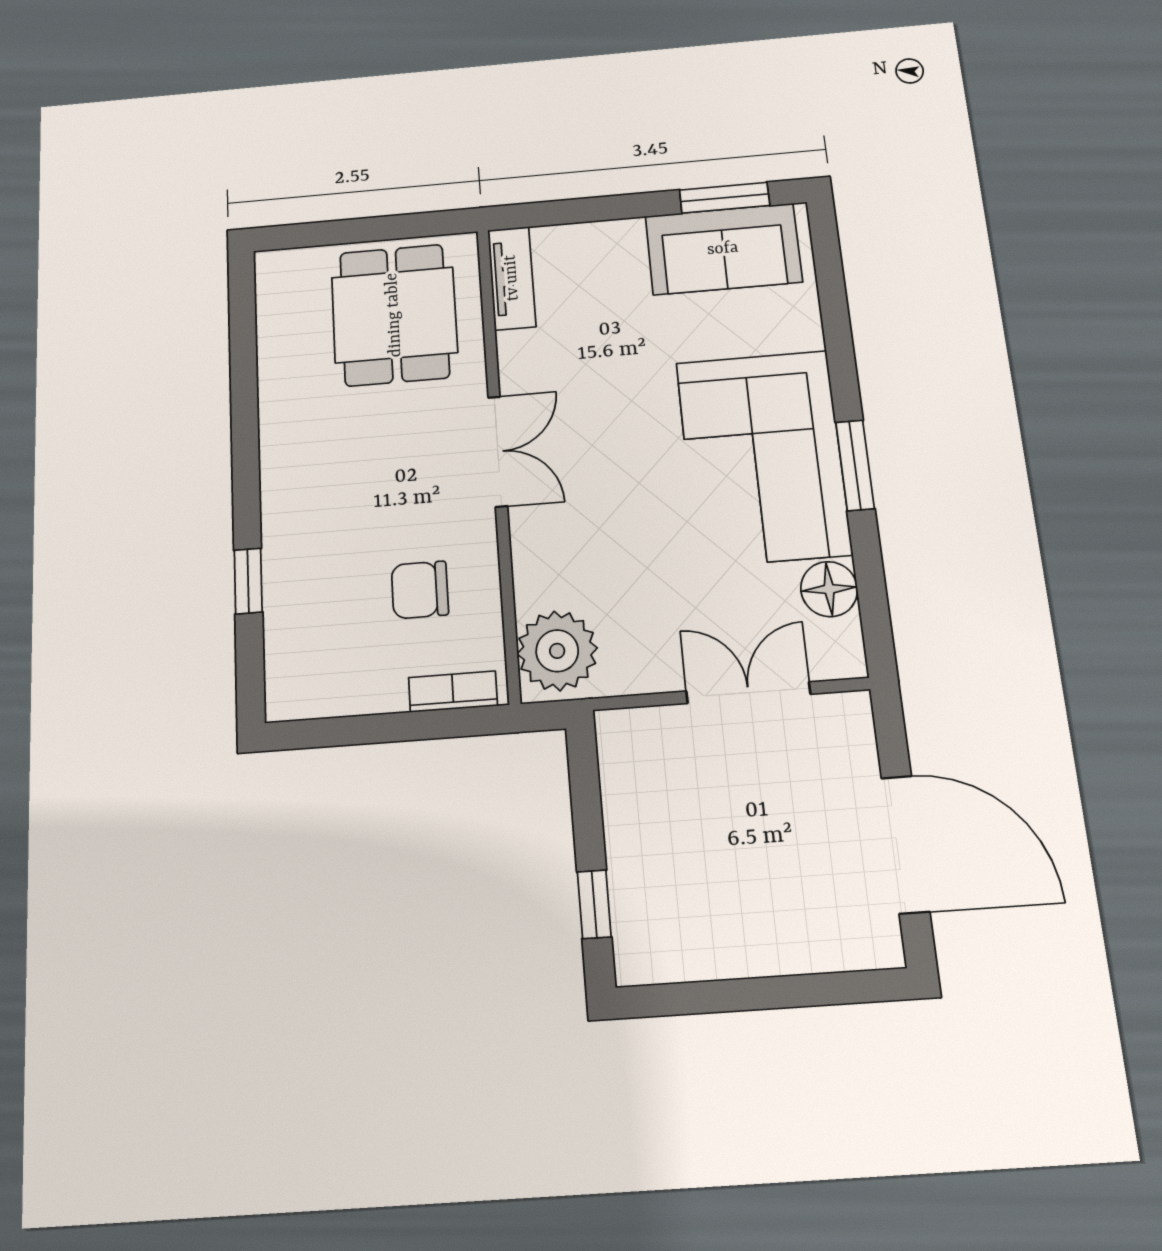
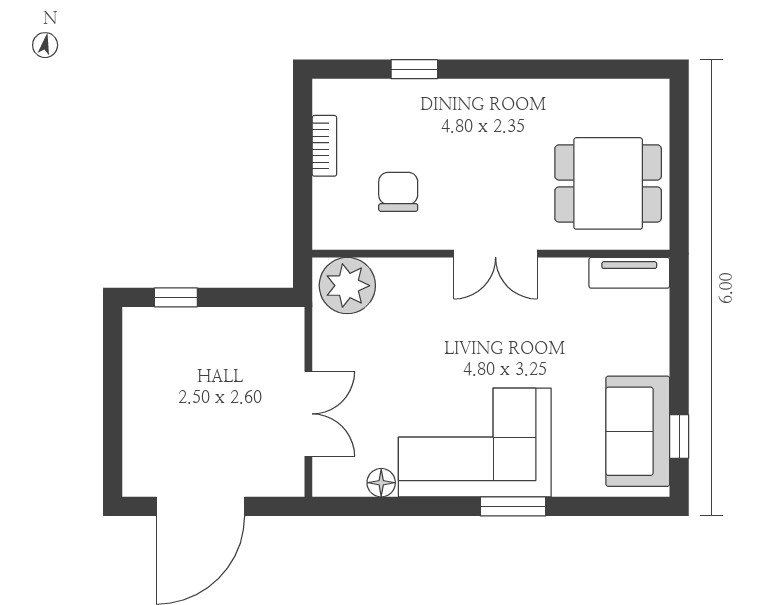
window: (725, 198) -> (679, 436), width x0.67
window: (855, 465) -> (513, 506), moved
floor lamp: (829, 589) -> (381, 483), width x0.73, depth x0.73
bookcase: (453, 692) -> (324, 146), moved

